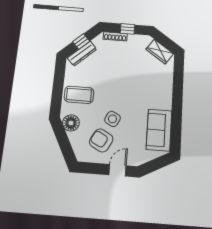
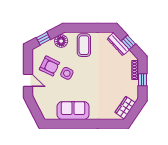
sofa: (159, 130) -> (73, 111), moved
armchair: (101, 140) -> (49, 66), turned 88
window: (65, 146) -> (43, 38), added

